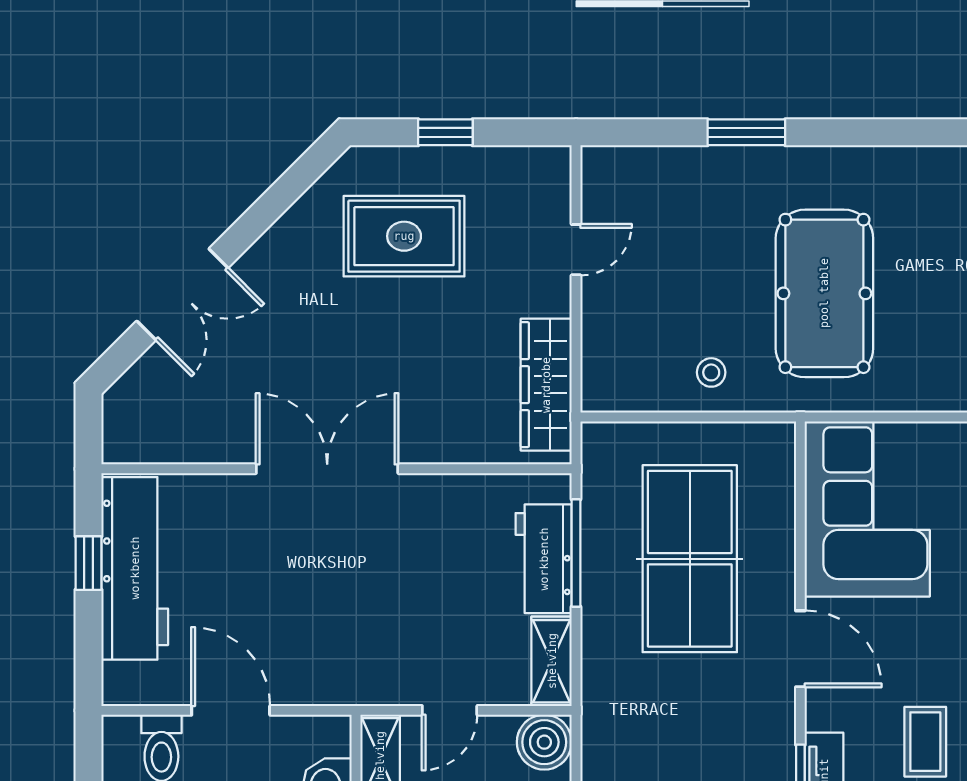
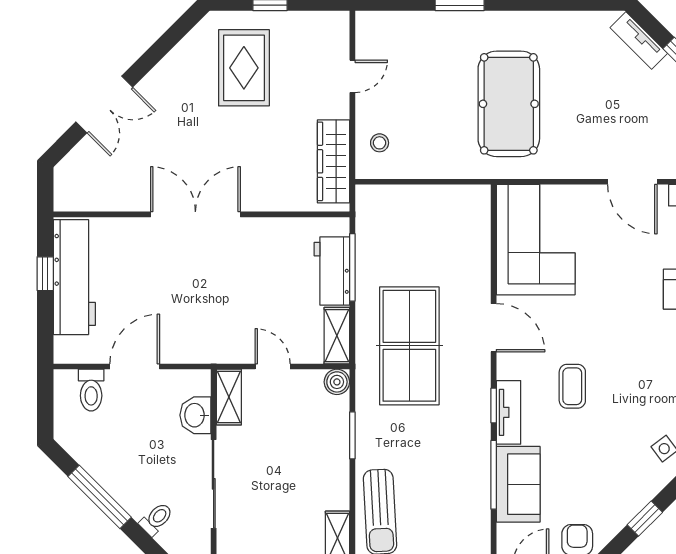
rug: (404, 236) -> (244, 68), turned 90
stool: (711, 372) -> (380, 143), moved
table tennis table: (690, 559) -> (409, 346), moved
door: (231, 710) -> (135, 367), hinge flipped
door: (450, 710) -> (273, 367), swing flipped
boiler: (544, 742) -> (337, 382), width x0.73, depth x0.73

